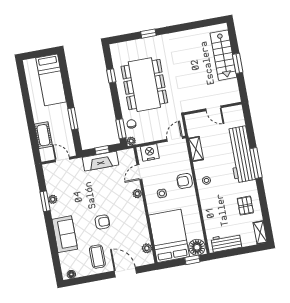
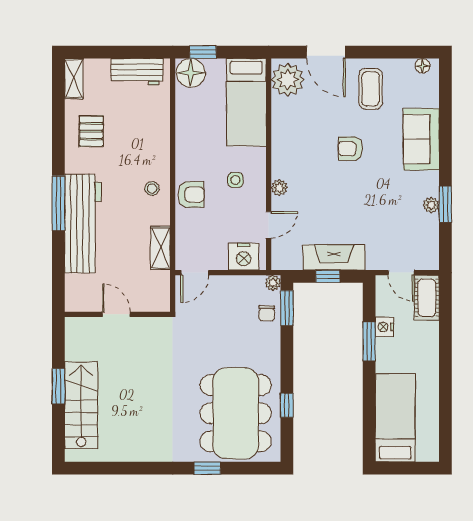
dining table: (144, 85) -> (236, 413), moved
nightstand: (66, 128) -> (384, 327), added
cot: (43, 135) -> (427, 298), moved
bed: (169, 236) -> (246, 102), width x0.67
plant: (147, 248) -> (288, 80), width x1.88, depth x1.88

